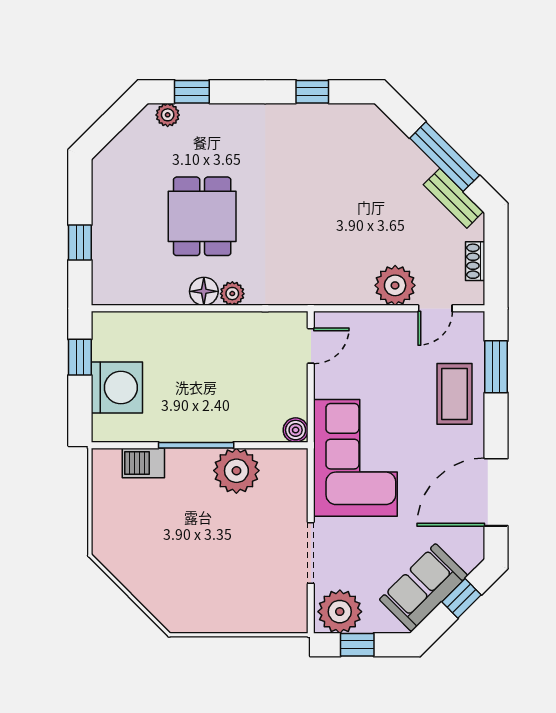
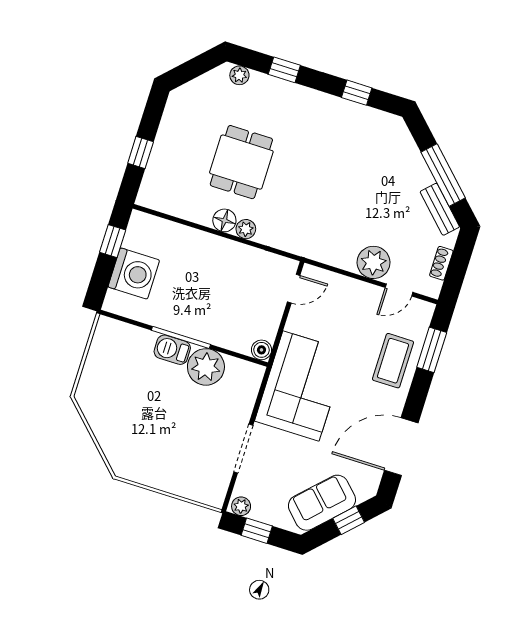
window: (192, 92) -> (284, 70), moved
barbecue: (143, 463) -> (172, 350), moved
plant: (340, 612) -> (241, 506), width x0.53, depth x0.53

